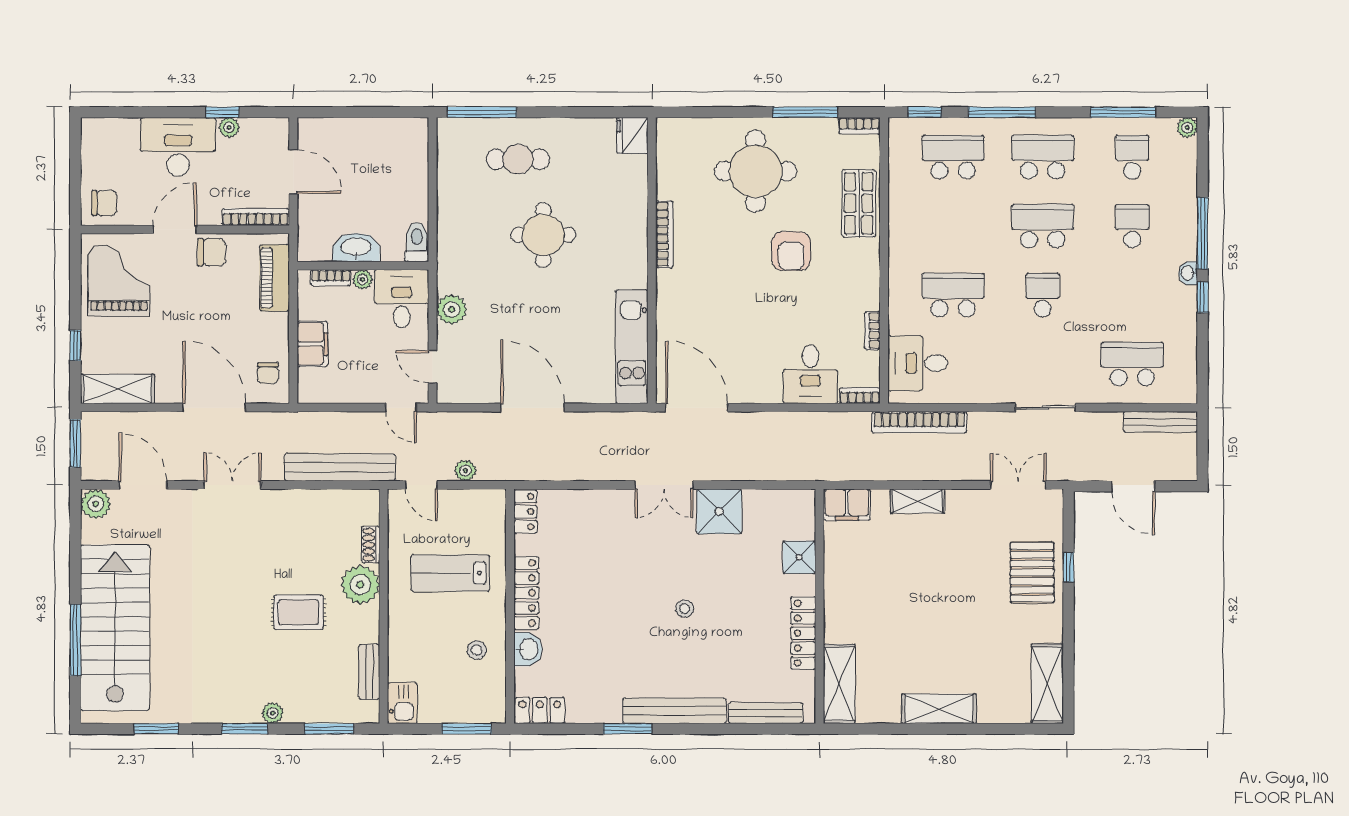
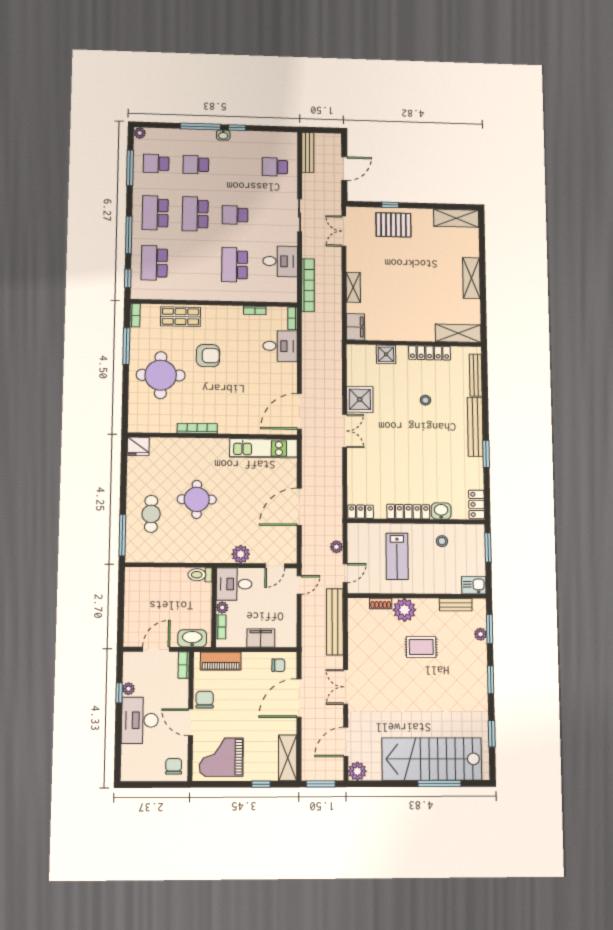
bookcase: (256, 217) -> (184, 665), width x0.64
washbasin: (356, 248) -> (192, 638), moved, turned 90
desk: (918, 363) -> (280, 261), moved, turned -90
school desk: (1132, 364) -> (275, 167), width x0.54
stool: (685, 608) -> (425, 400), moved
rug: (299, 612) -> (421, 647), turned 90
plant: (273, 713) -> (480, 634), moved

